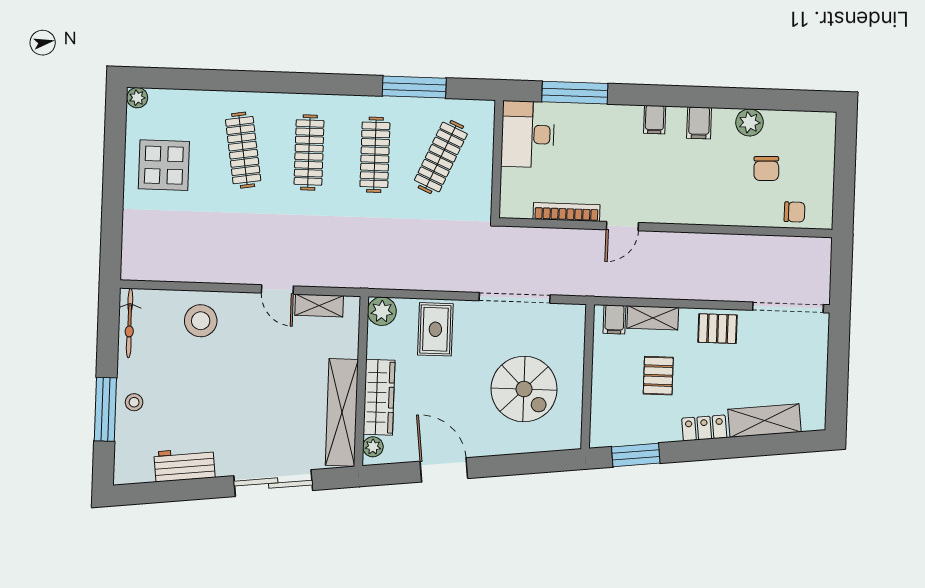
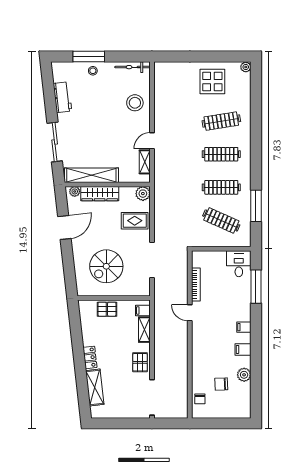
desk: (528, 134) -> (239, 264), width x0.73
pallet: (658, 376) -> (107, 309), moved
window: (636, 455) -> (75, 324), removed

